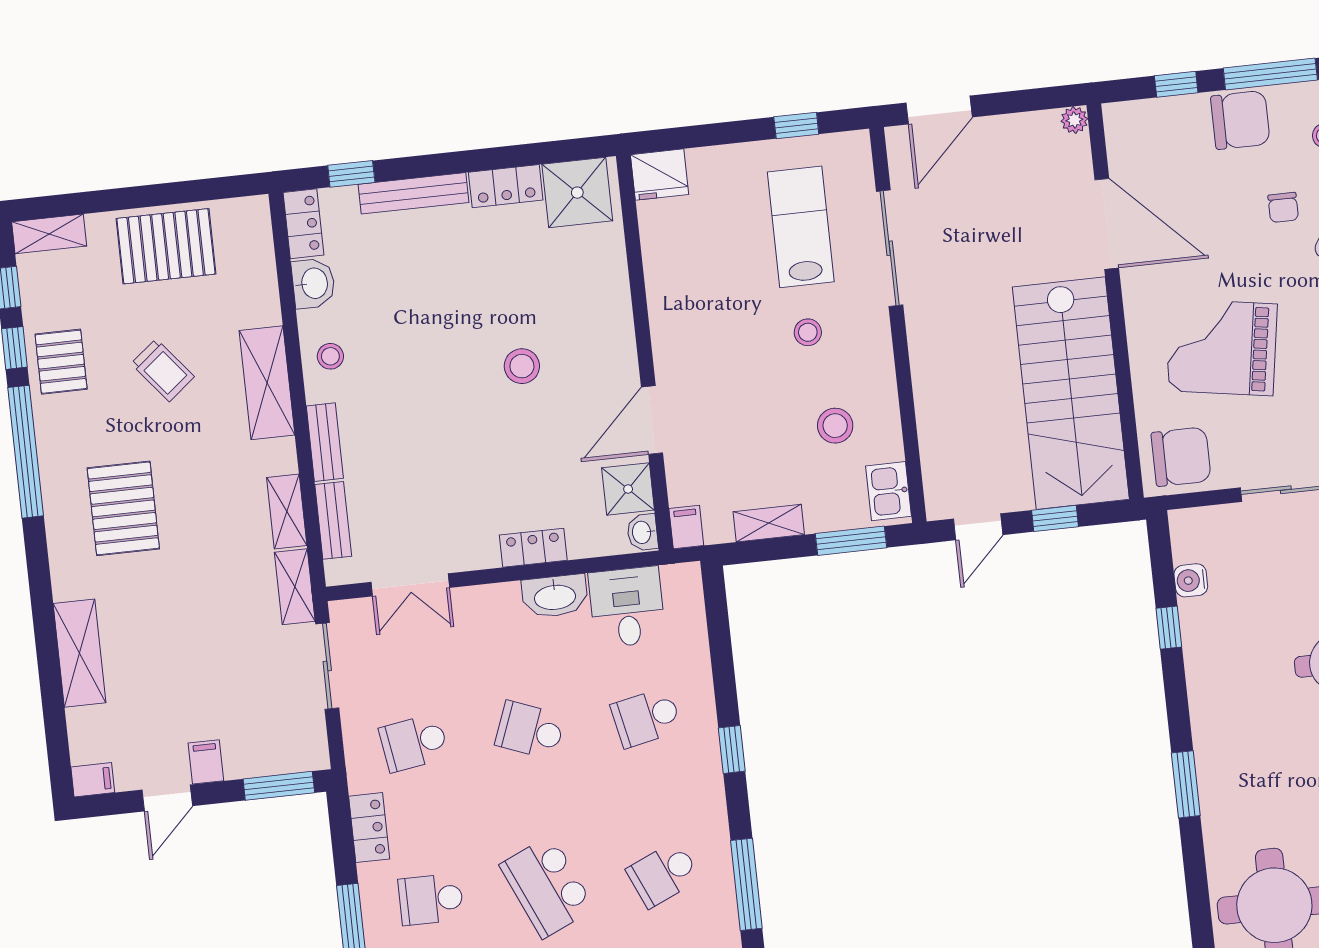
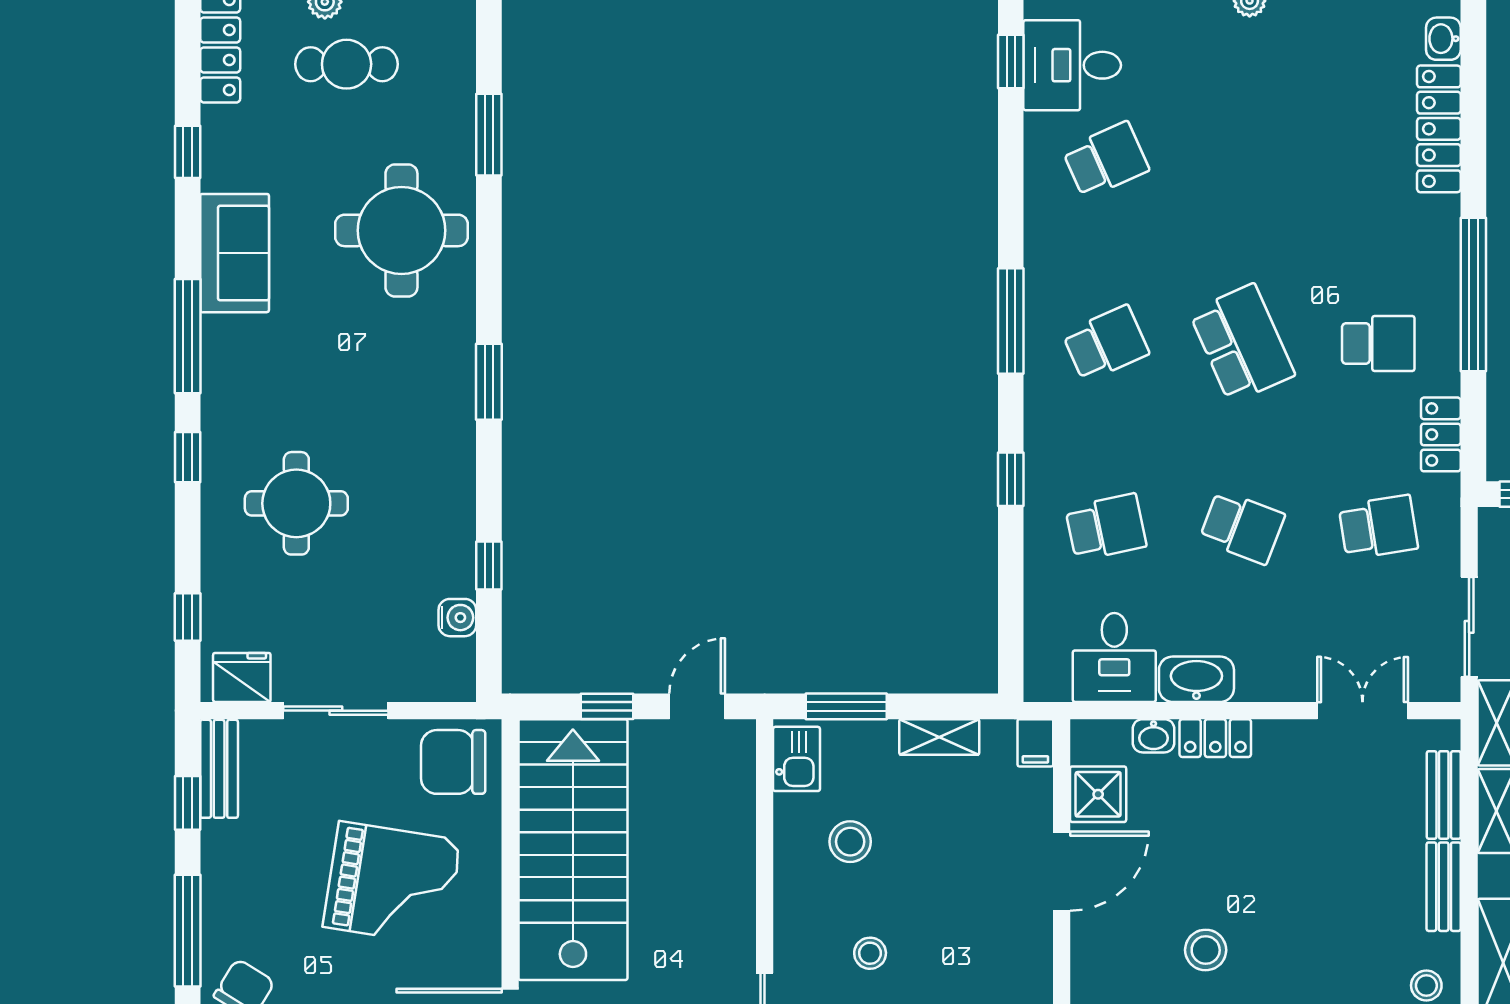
washbasin: (642, 532) -> (1154, 736), moved, turned 90

